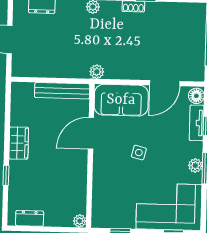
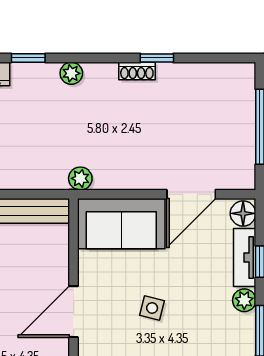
door: (91, 133) -> (74, 312), moved
plant: (195, 166) -> (244, 300), moved

